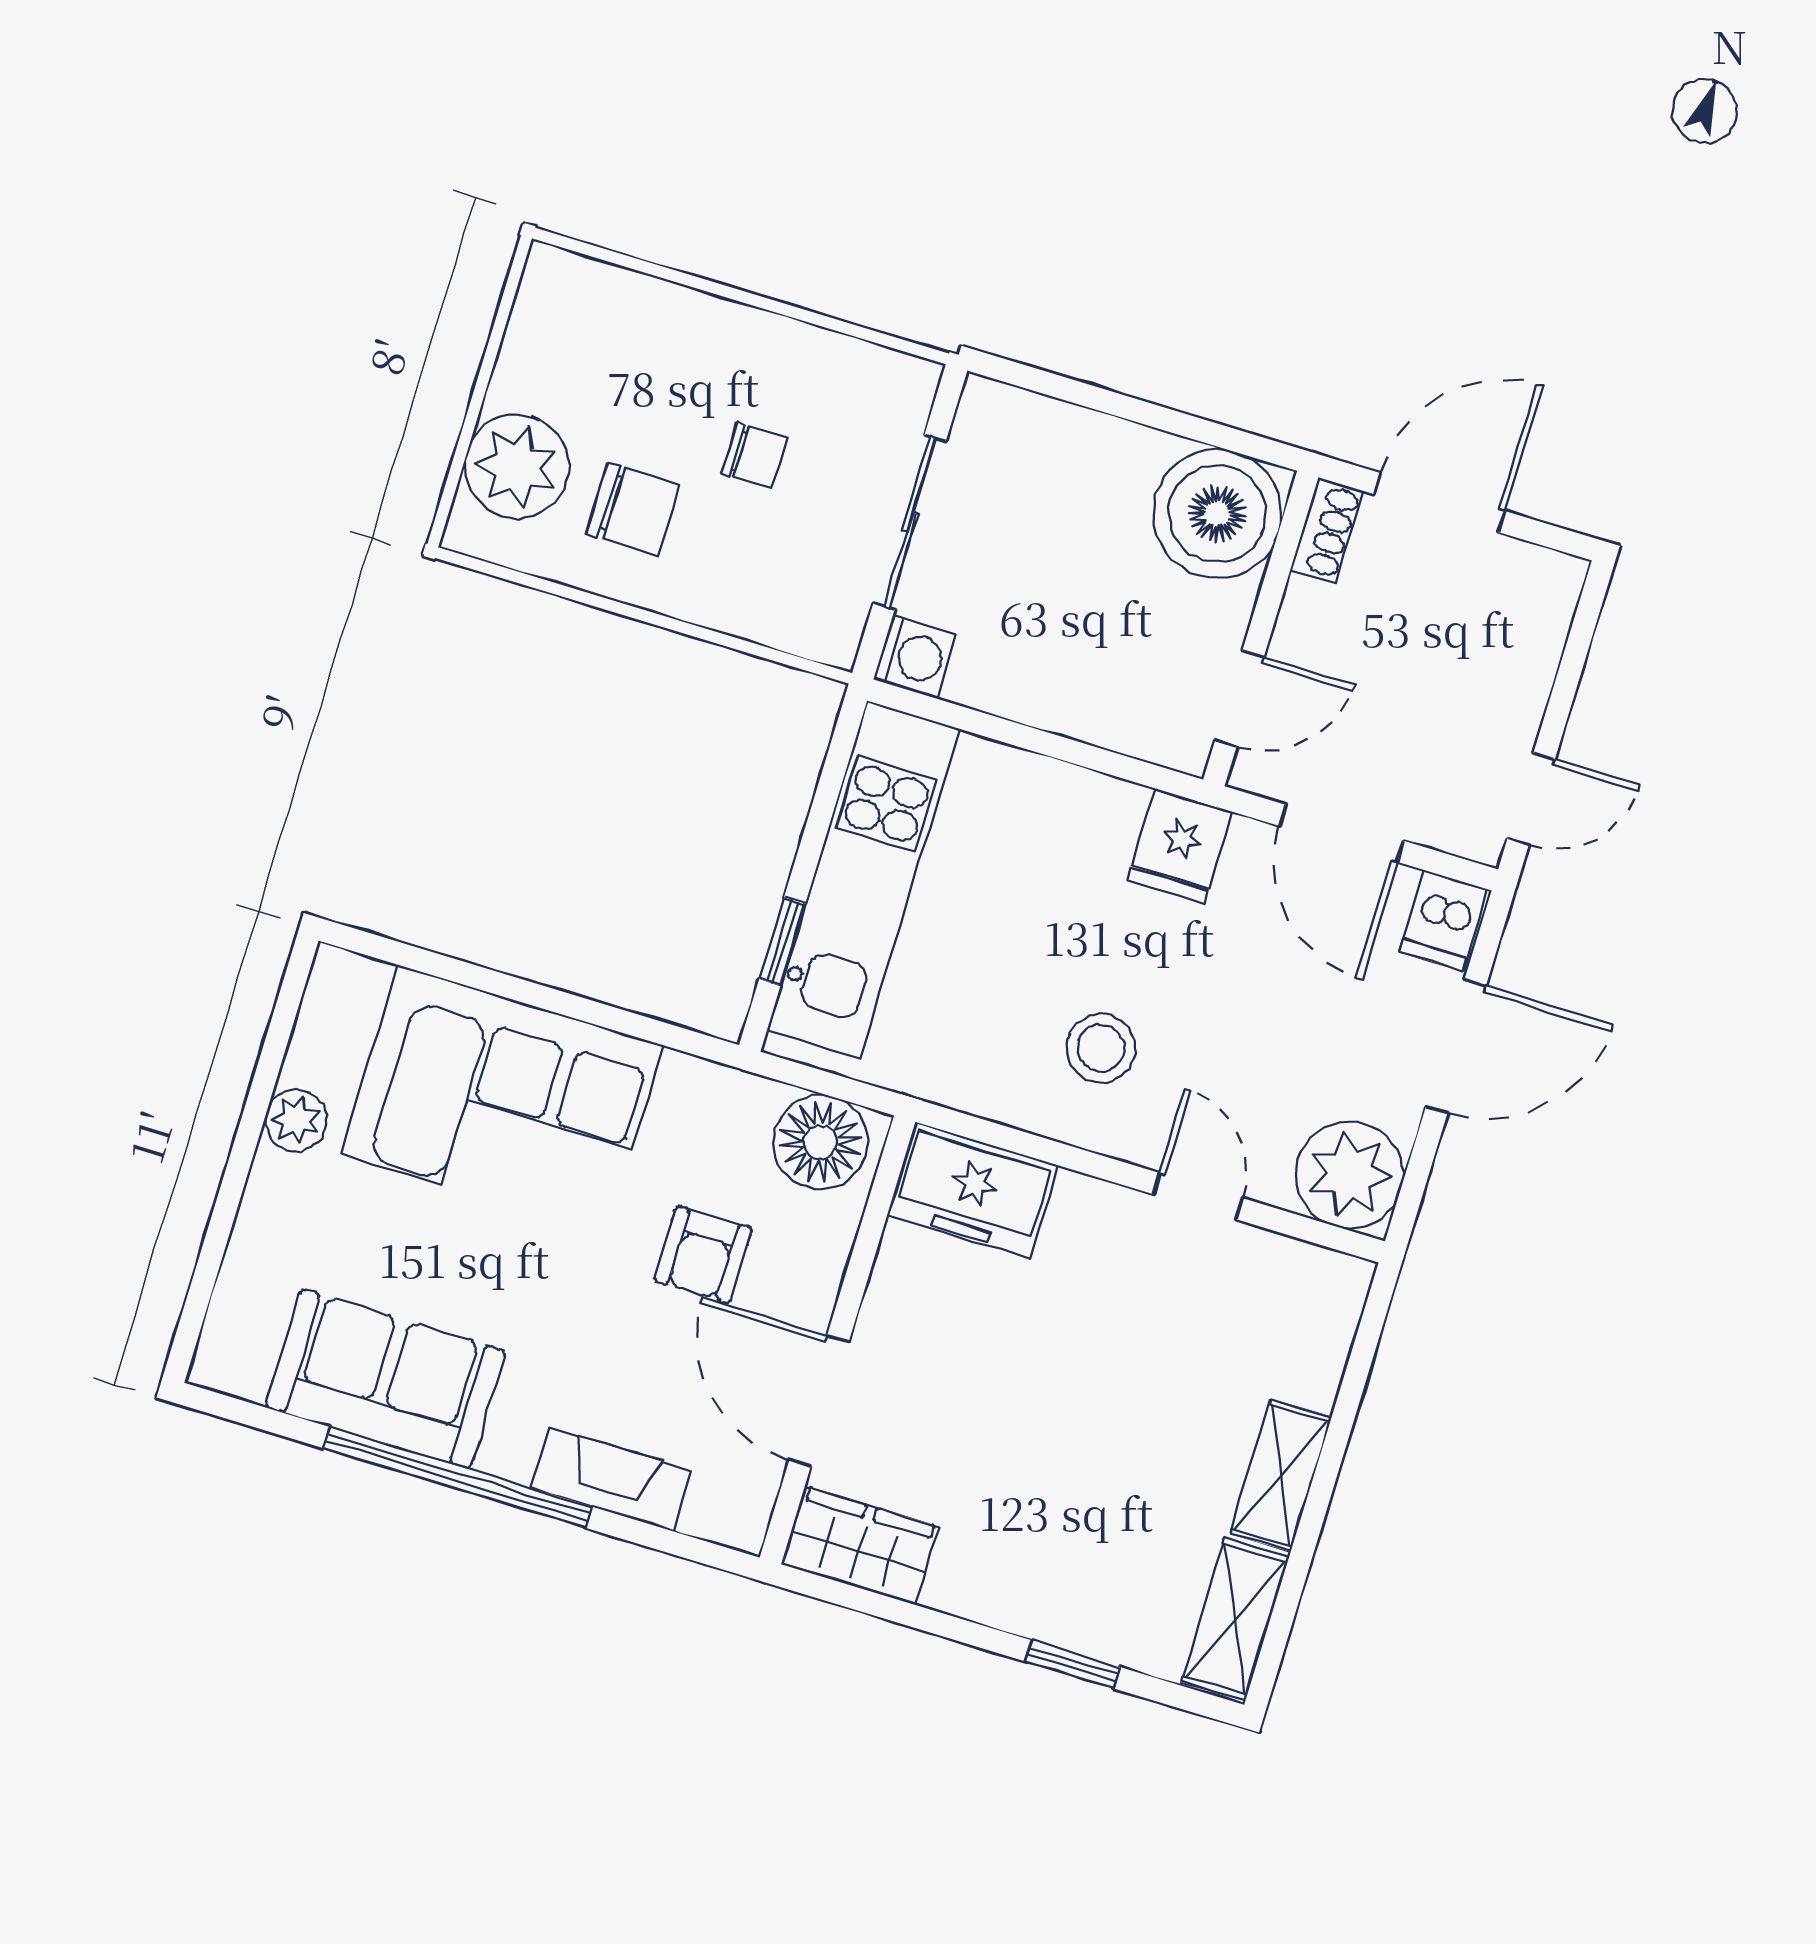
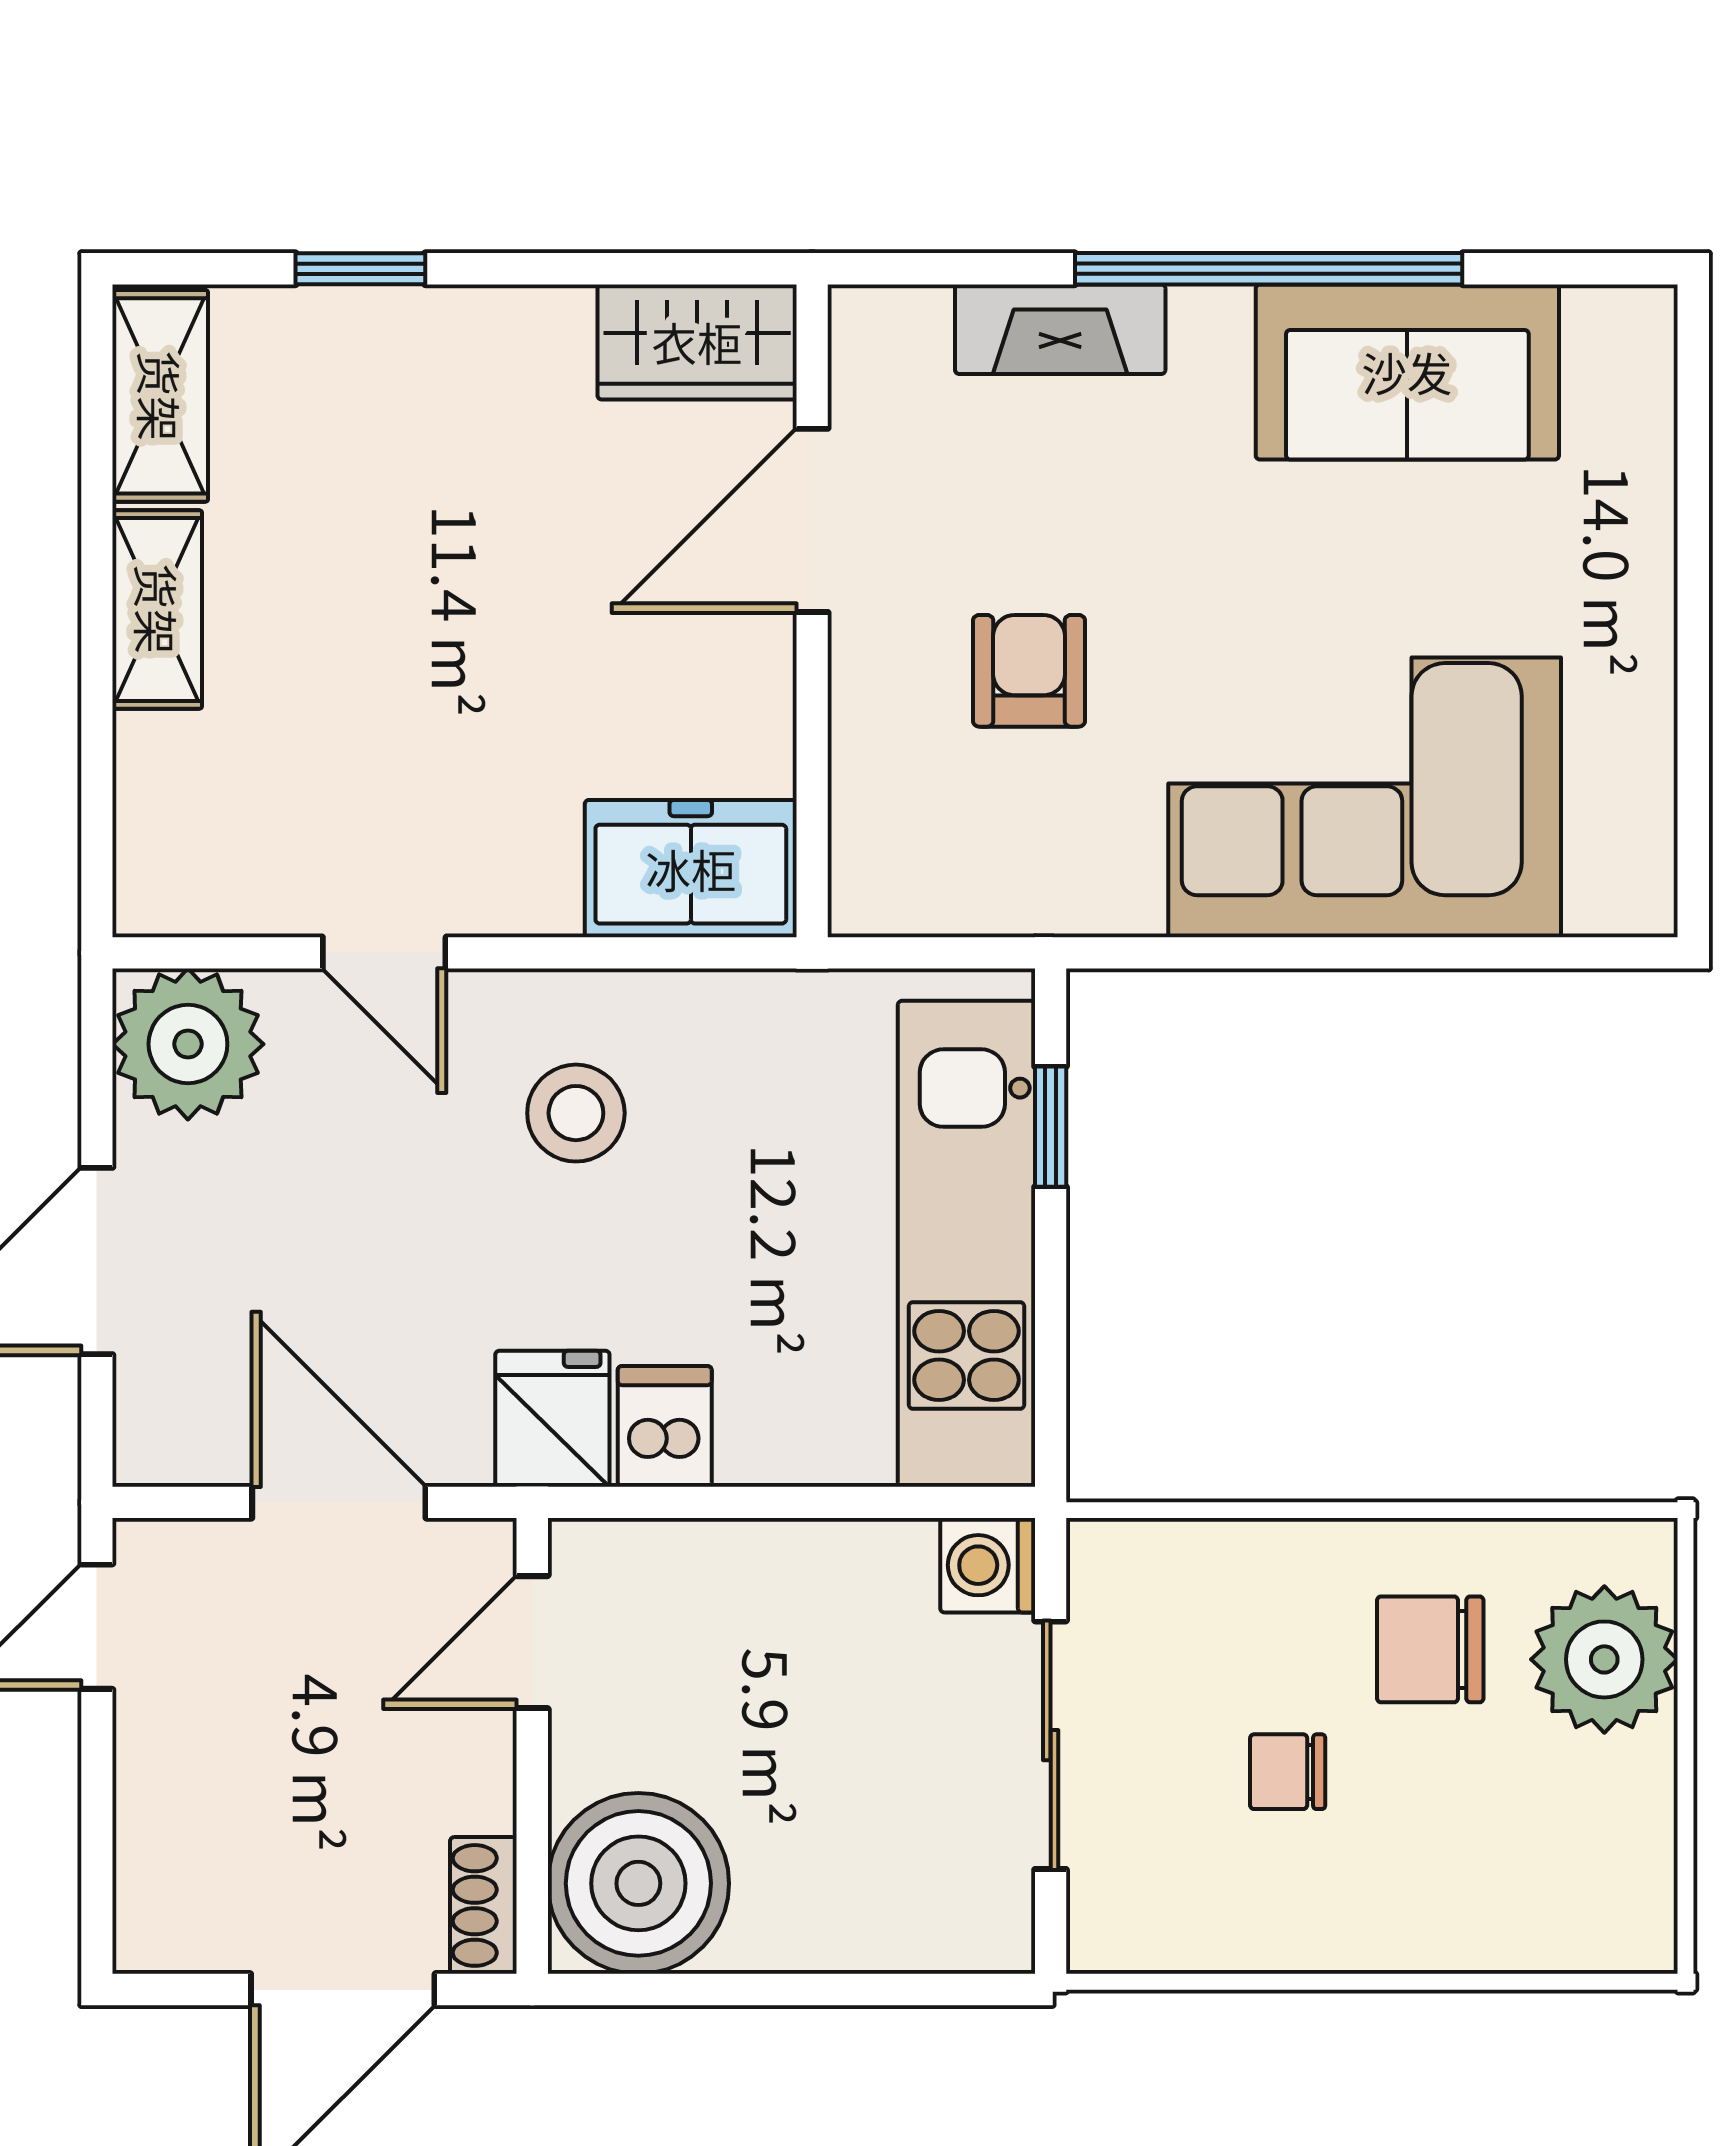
dishwasher: (1443, 920) -> (665, 1426), moved
plant: (296, 1120) -> (1634, 685), removed
floor lamp: (820, 1142) -> (916, 871), removed
door: (819, 1401) -> (812, 520), swing flipped

